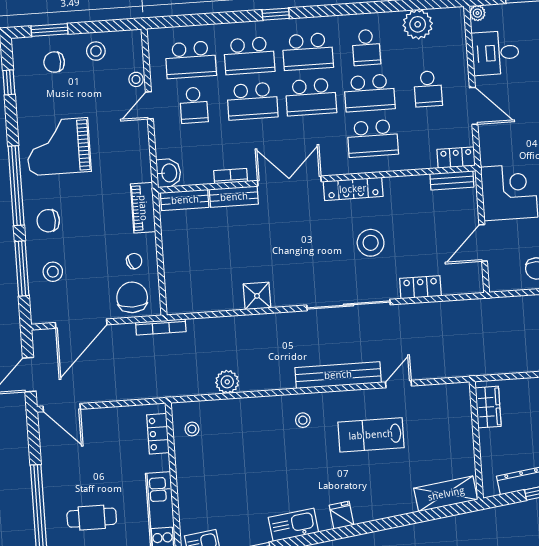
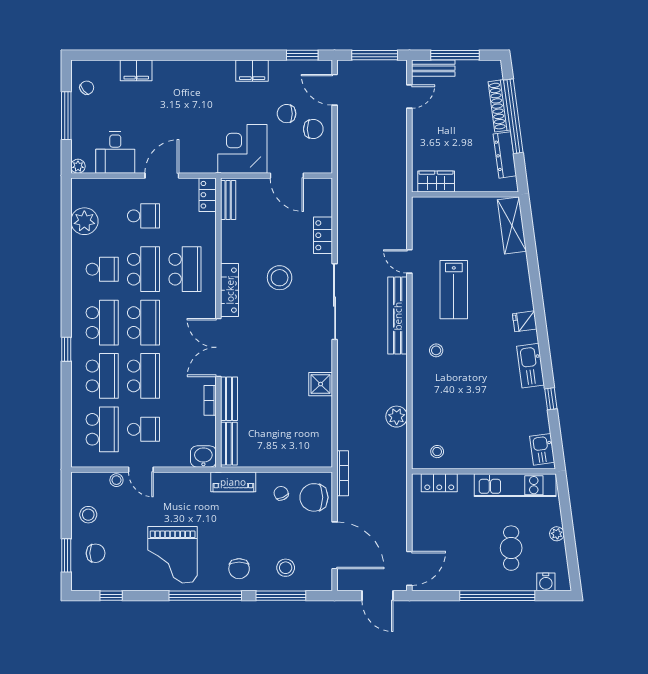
chair: (54, 62) -> (96, 553), turned -90

